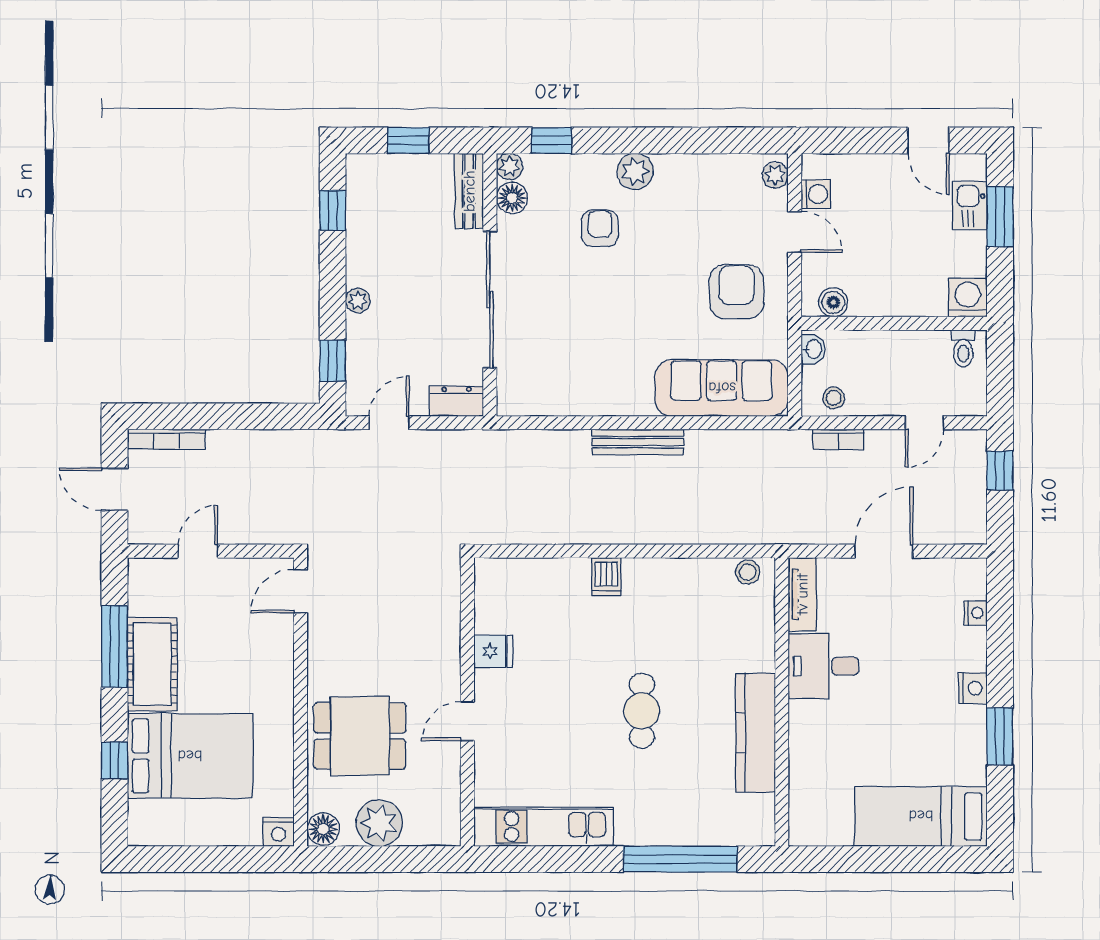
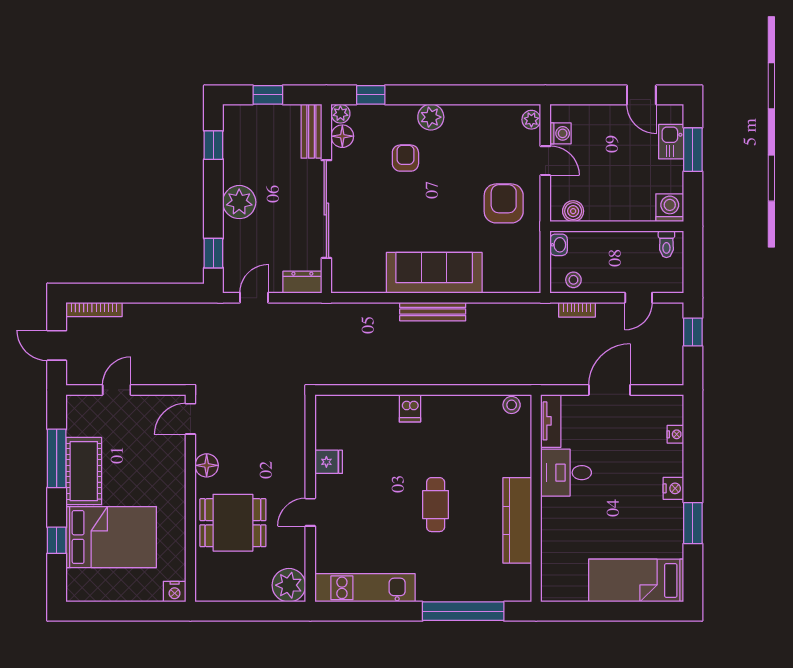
plant: (358, 300) -> (239, 202), width x1.88, depth x1.88
sofa: (722, 388) -> (434, 273), moved
plant: (379, 823) -> (289, 585), moved
floor lamp: (323, 829) -> (207, 465), moved

